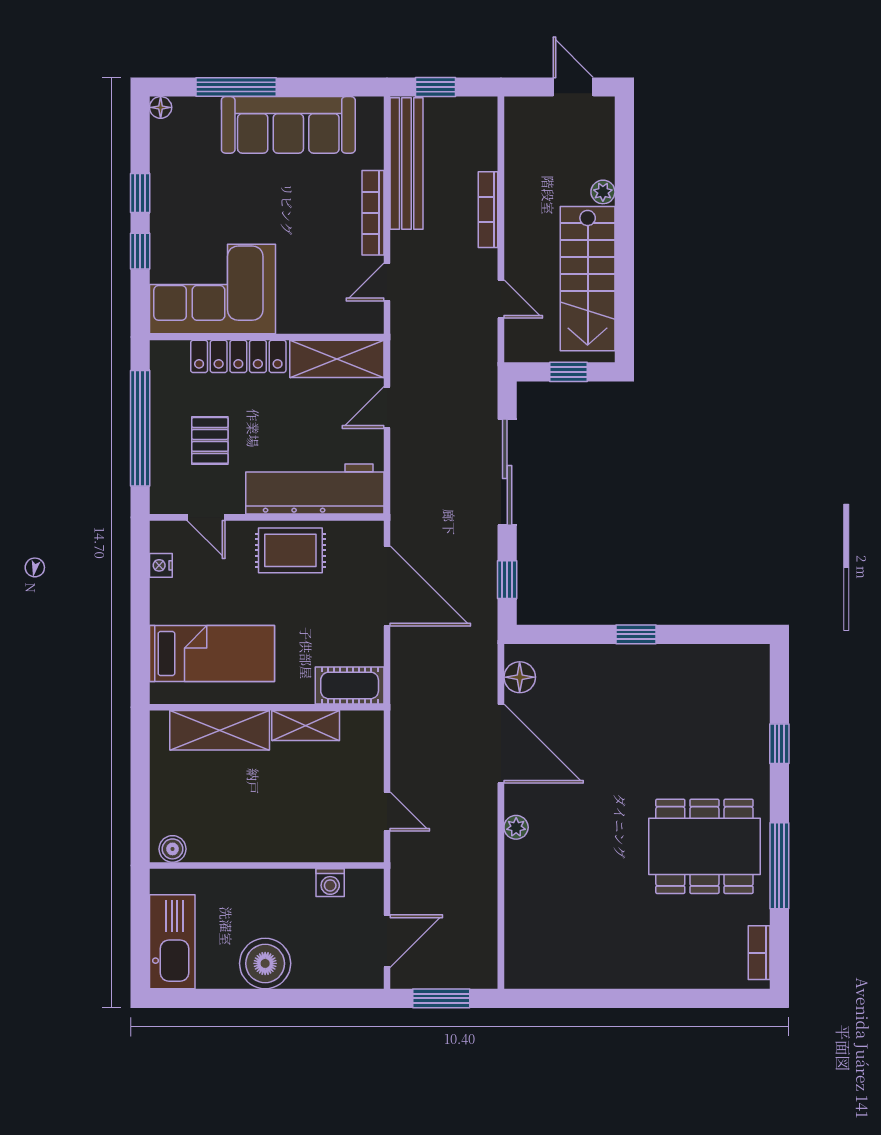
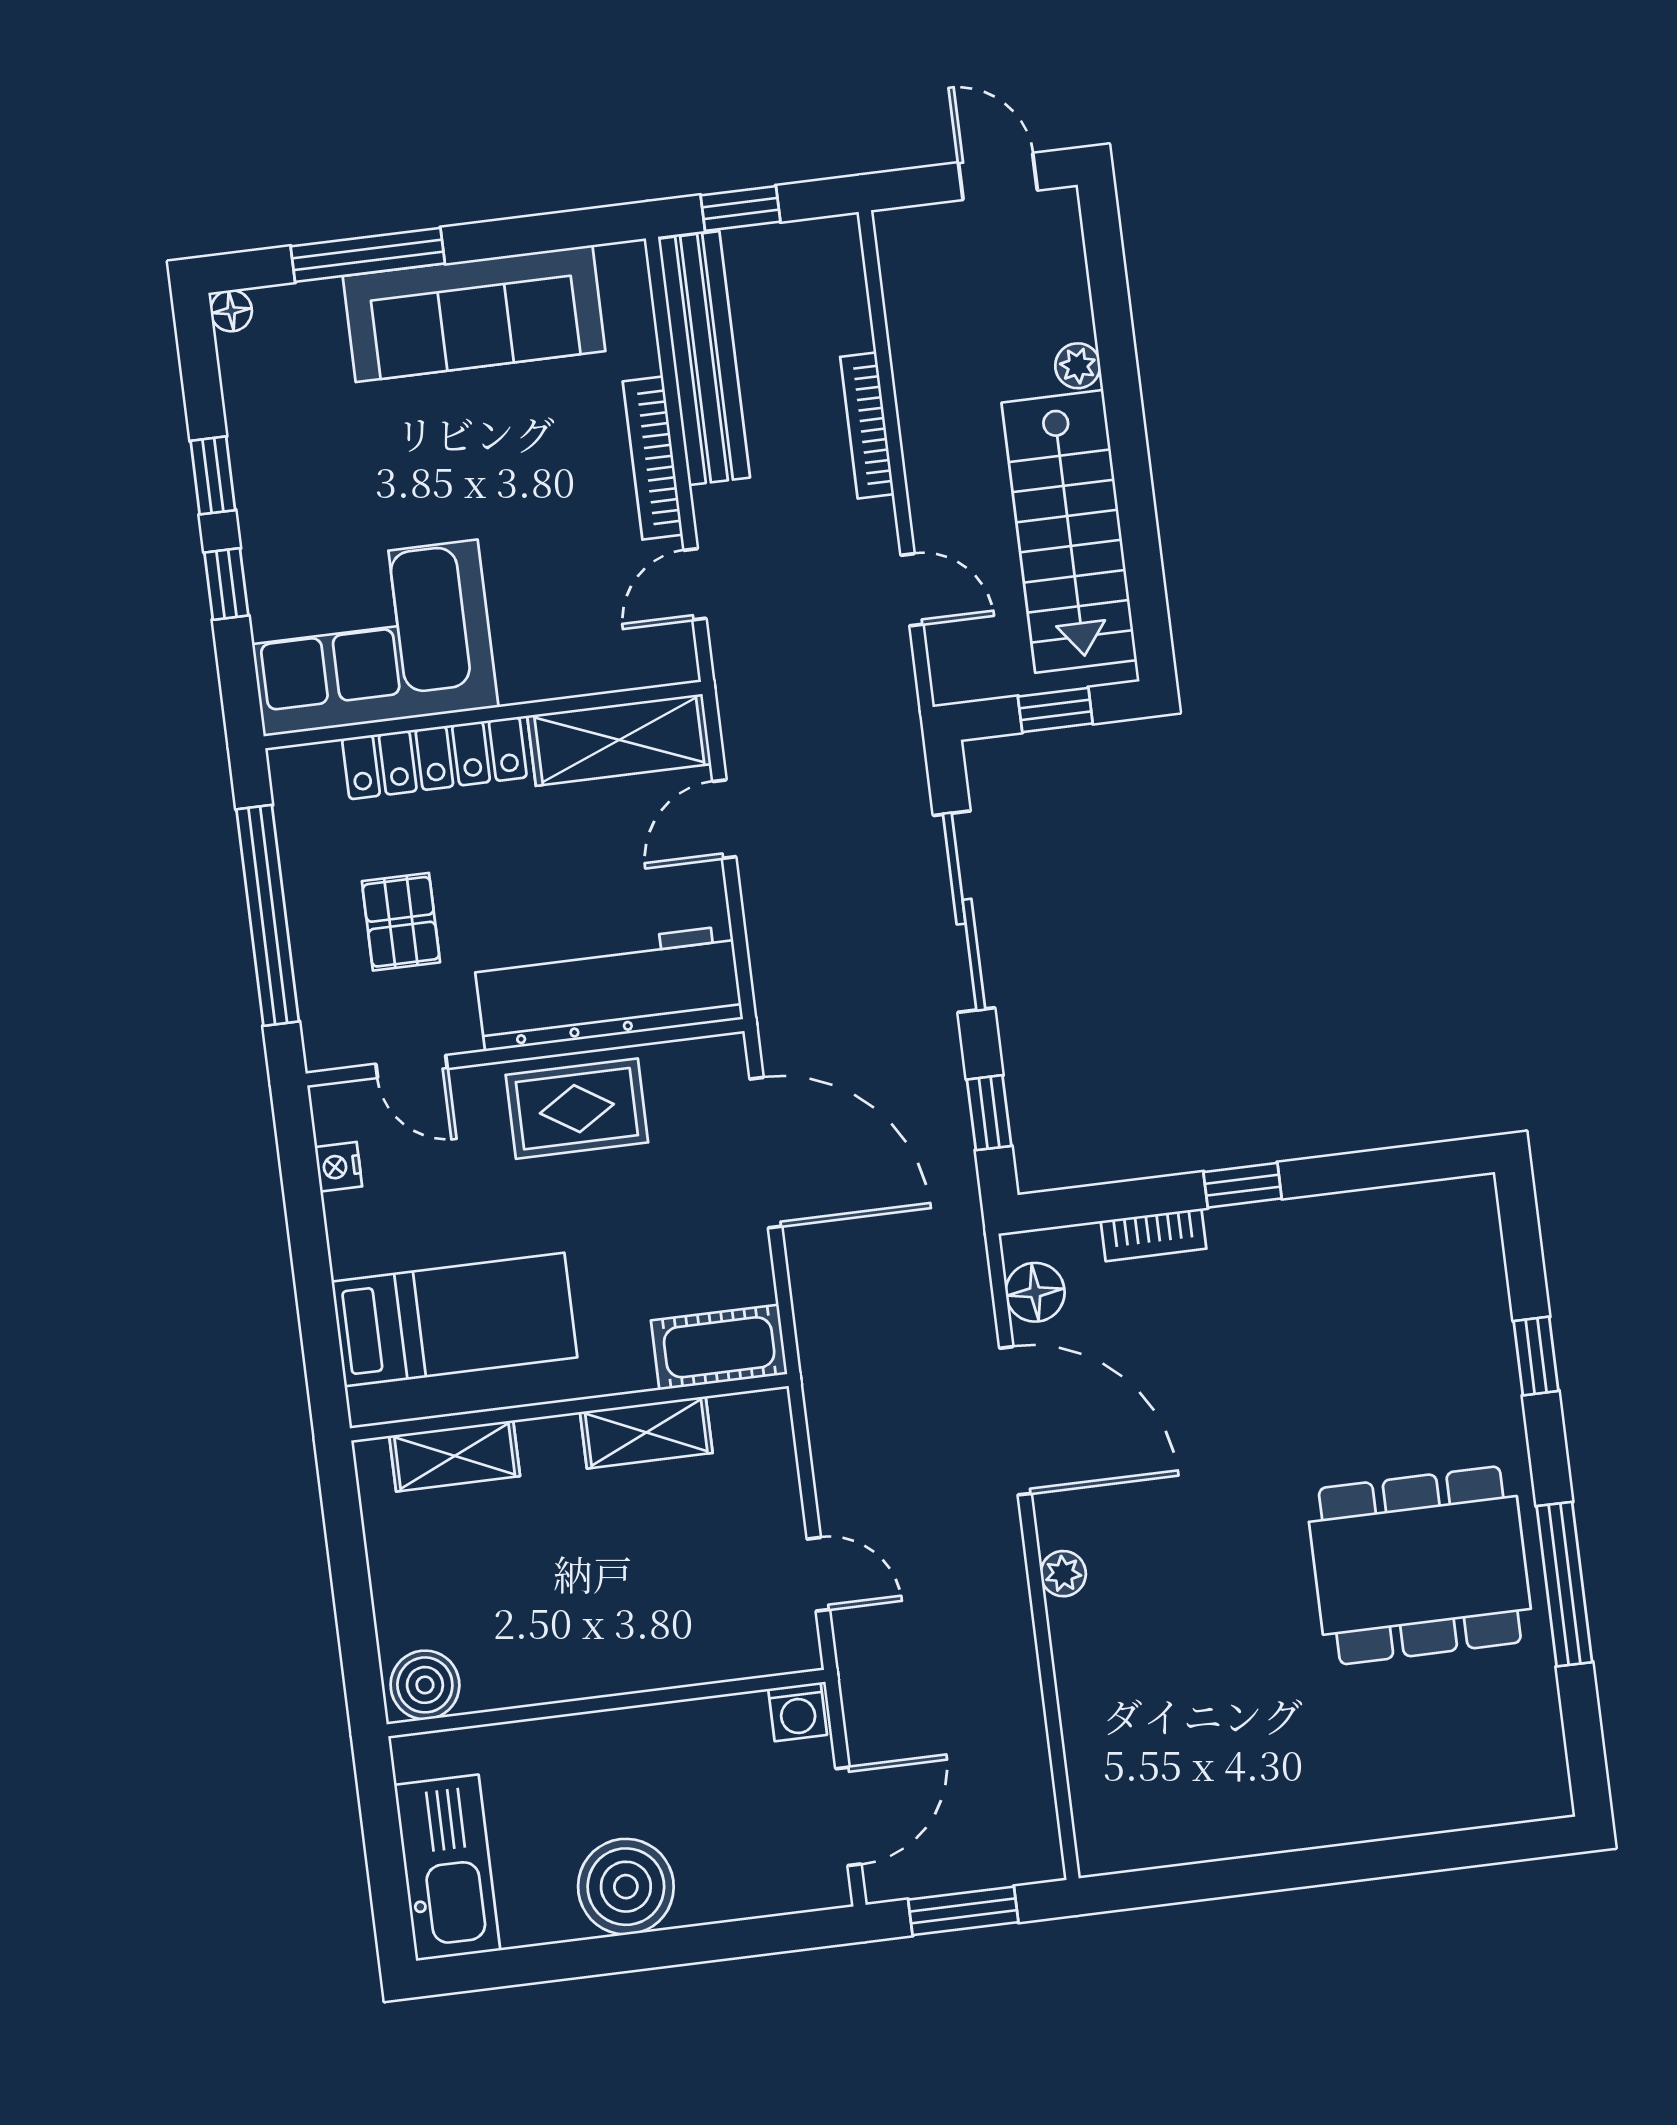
shelving: (220, 730) -> (455, 1456), width x0.67, depth x0.75
boiler: (173, 849) -> (425, 1685), width x1.36, depth x1.36
washing machine: (330, 883) -> (798, 1712), moved
bookcase: (759, 953) -> (1154, 1235), moved, turned -90

